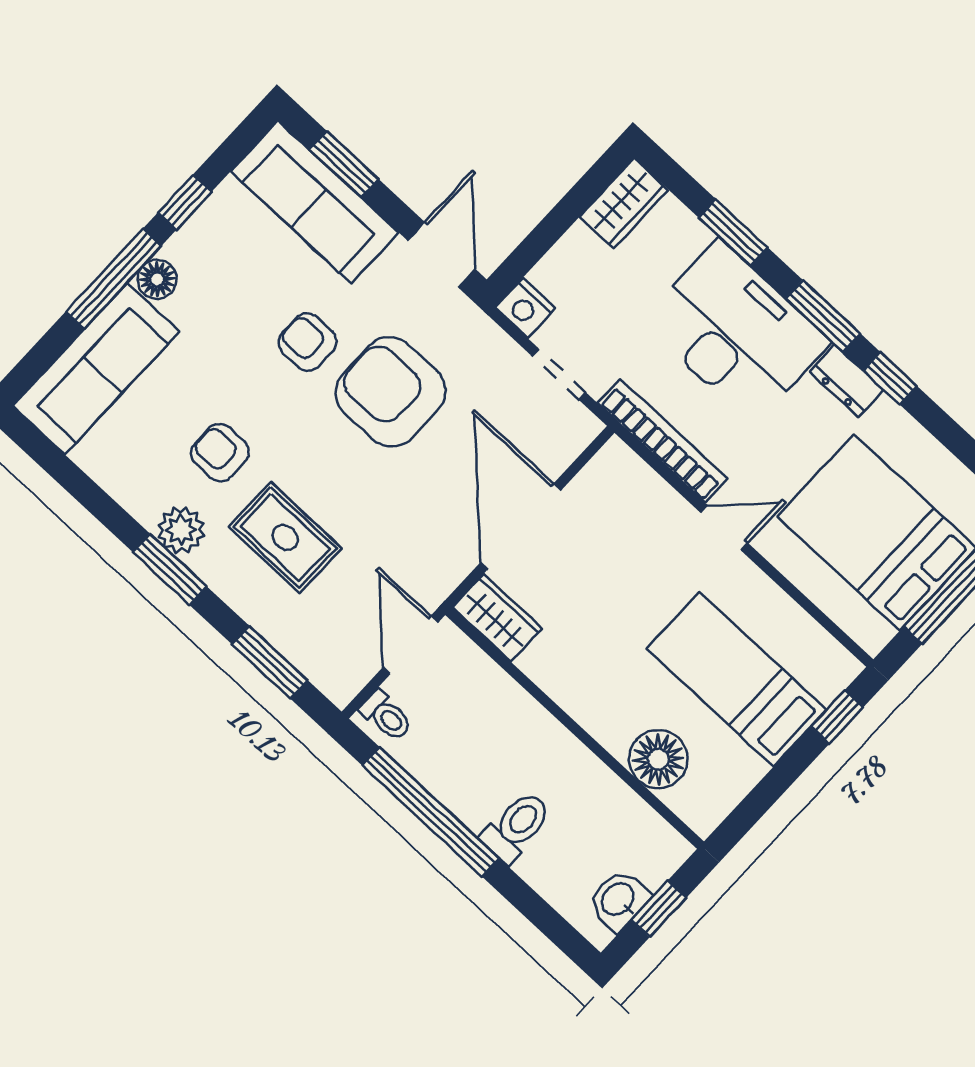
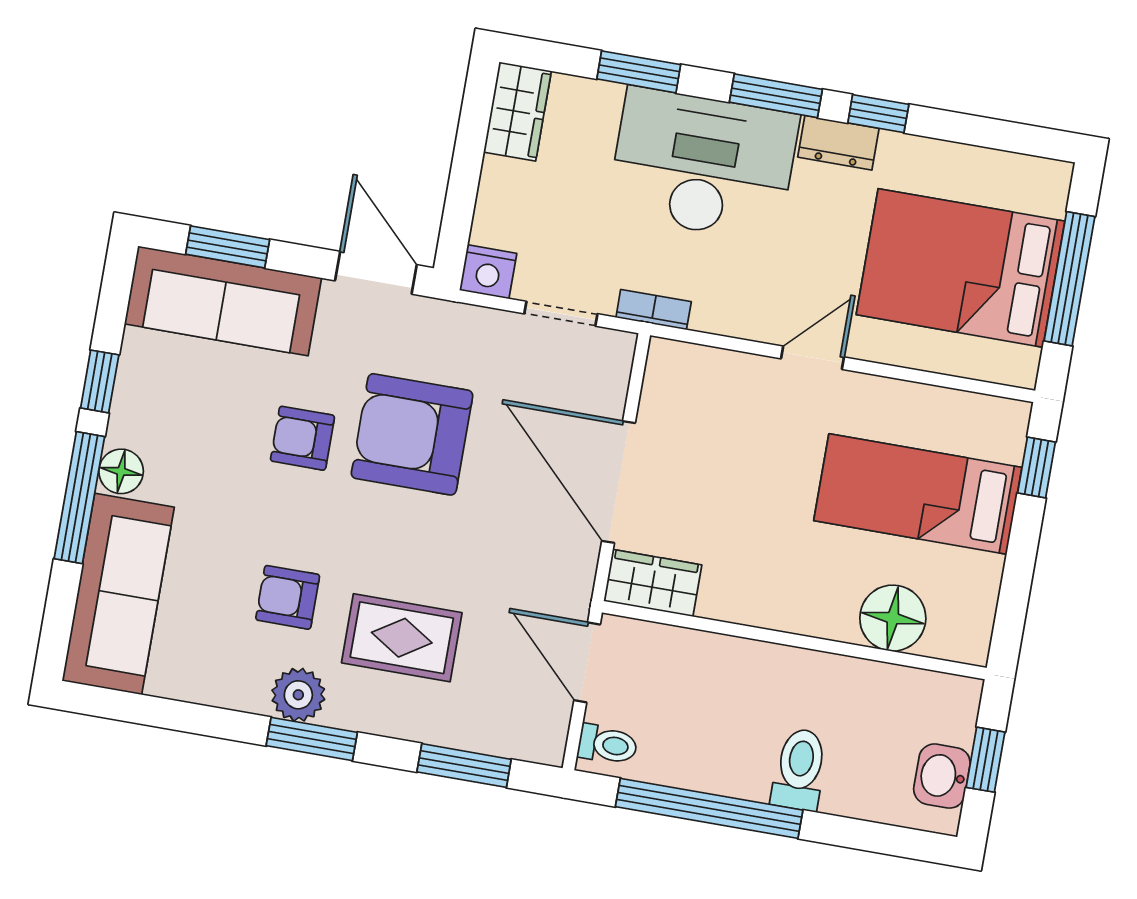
bookcase: (663, 441) -> (654, 310), width x0.43, depth x0.76

